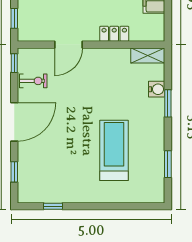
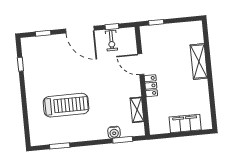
locker: (114, 34) -> (151, 86), moved
shelving: (148, 55) -> (137, 110), moved
window: (14, 63) -> (112, 27), moved
window: (168, 103) -> (123, 140), moved

